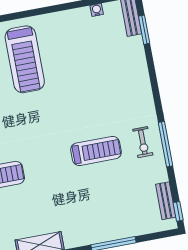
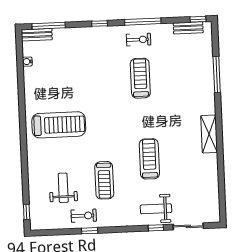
window: (144, 30) -> (49, 26), width x1.44
window: (156, 92) -> (100, 24), added

